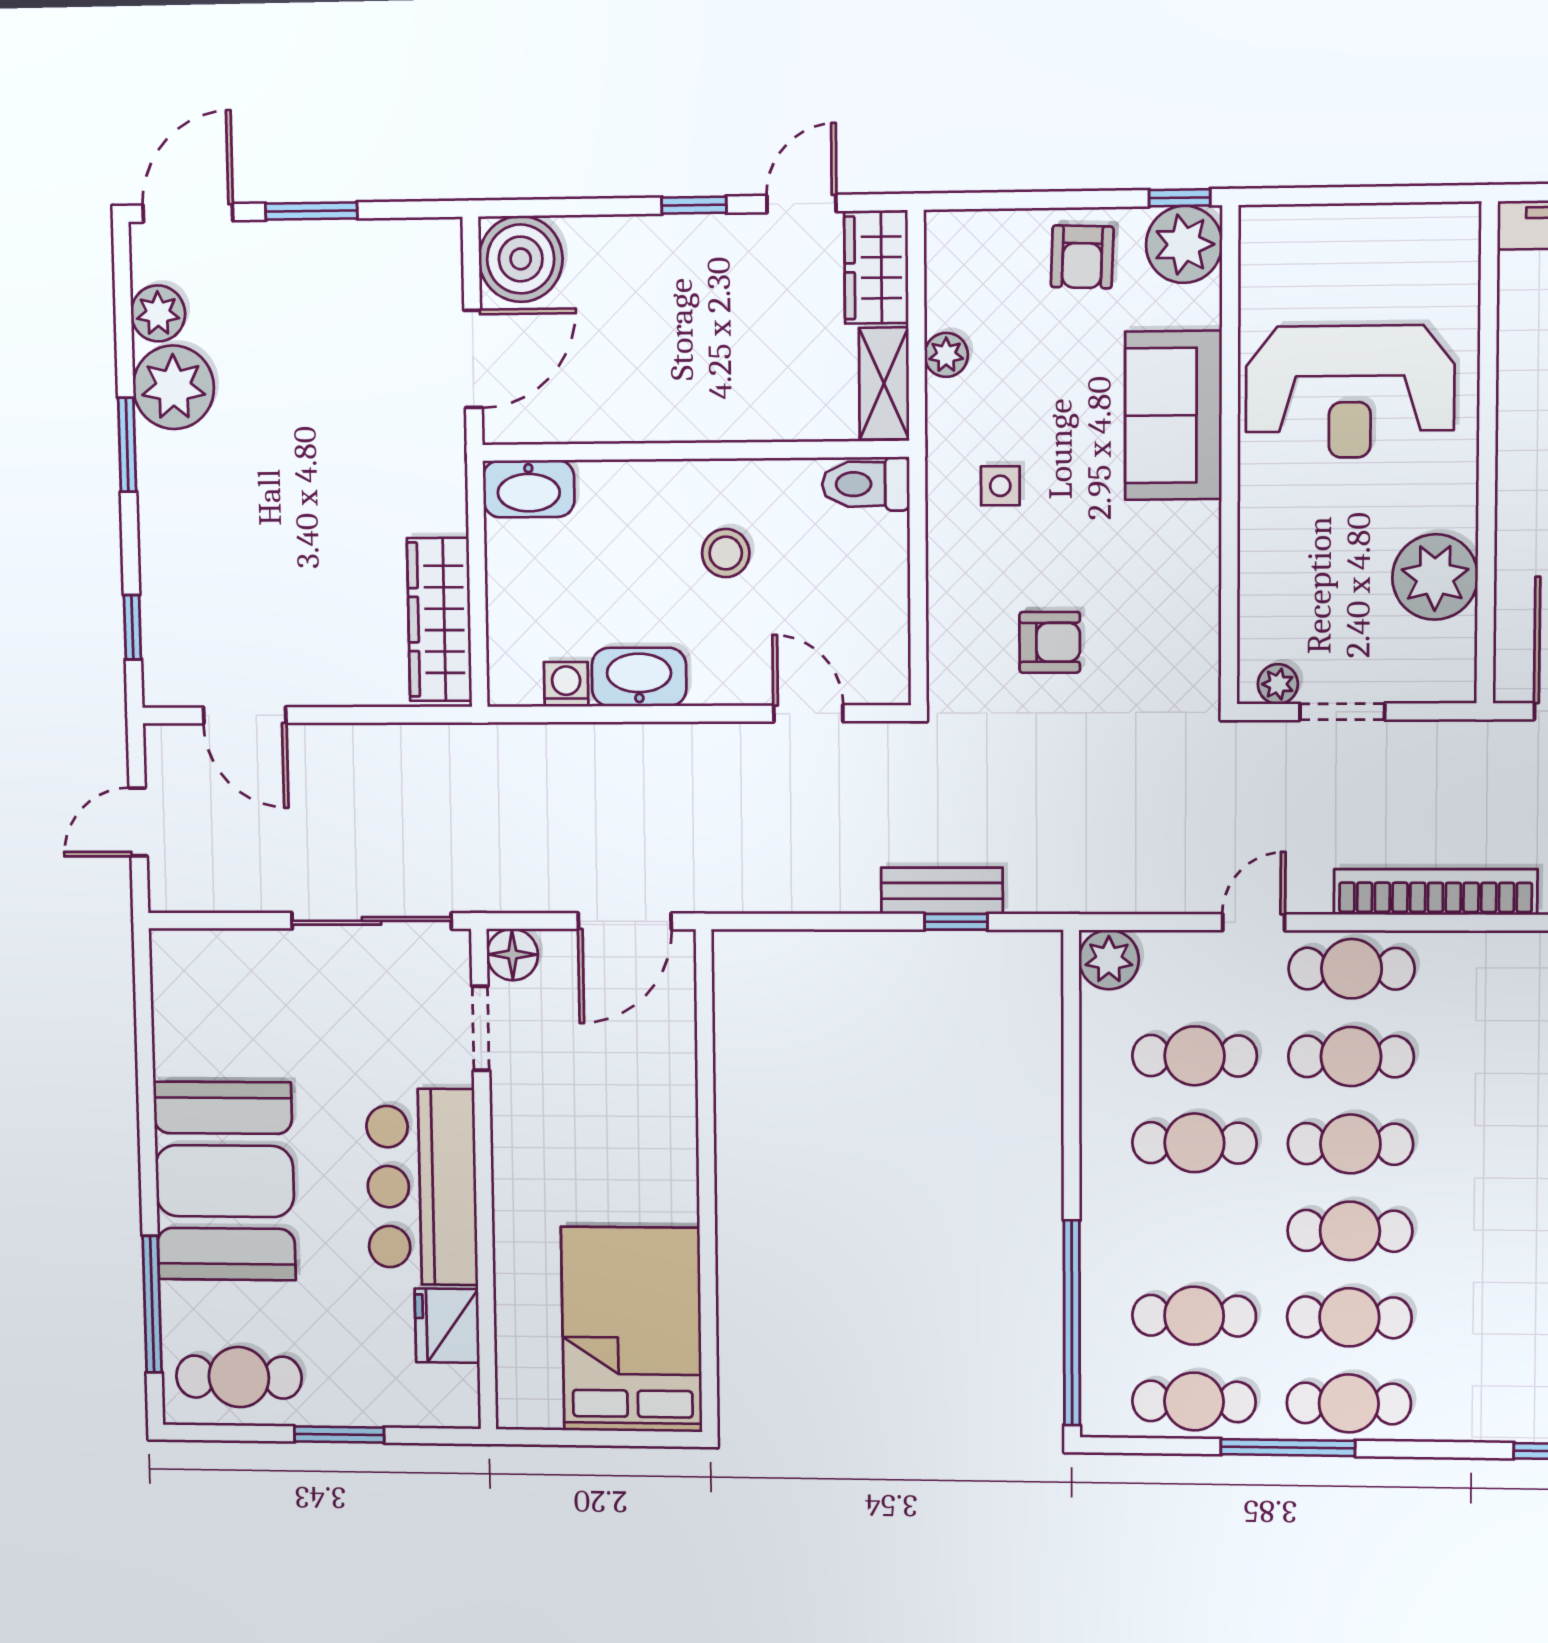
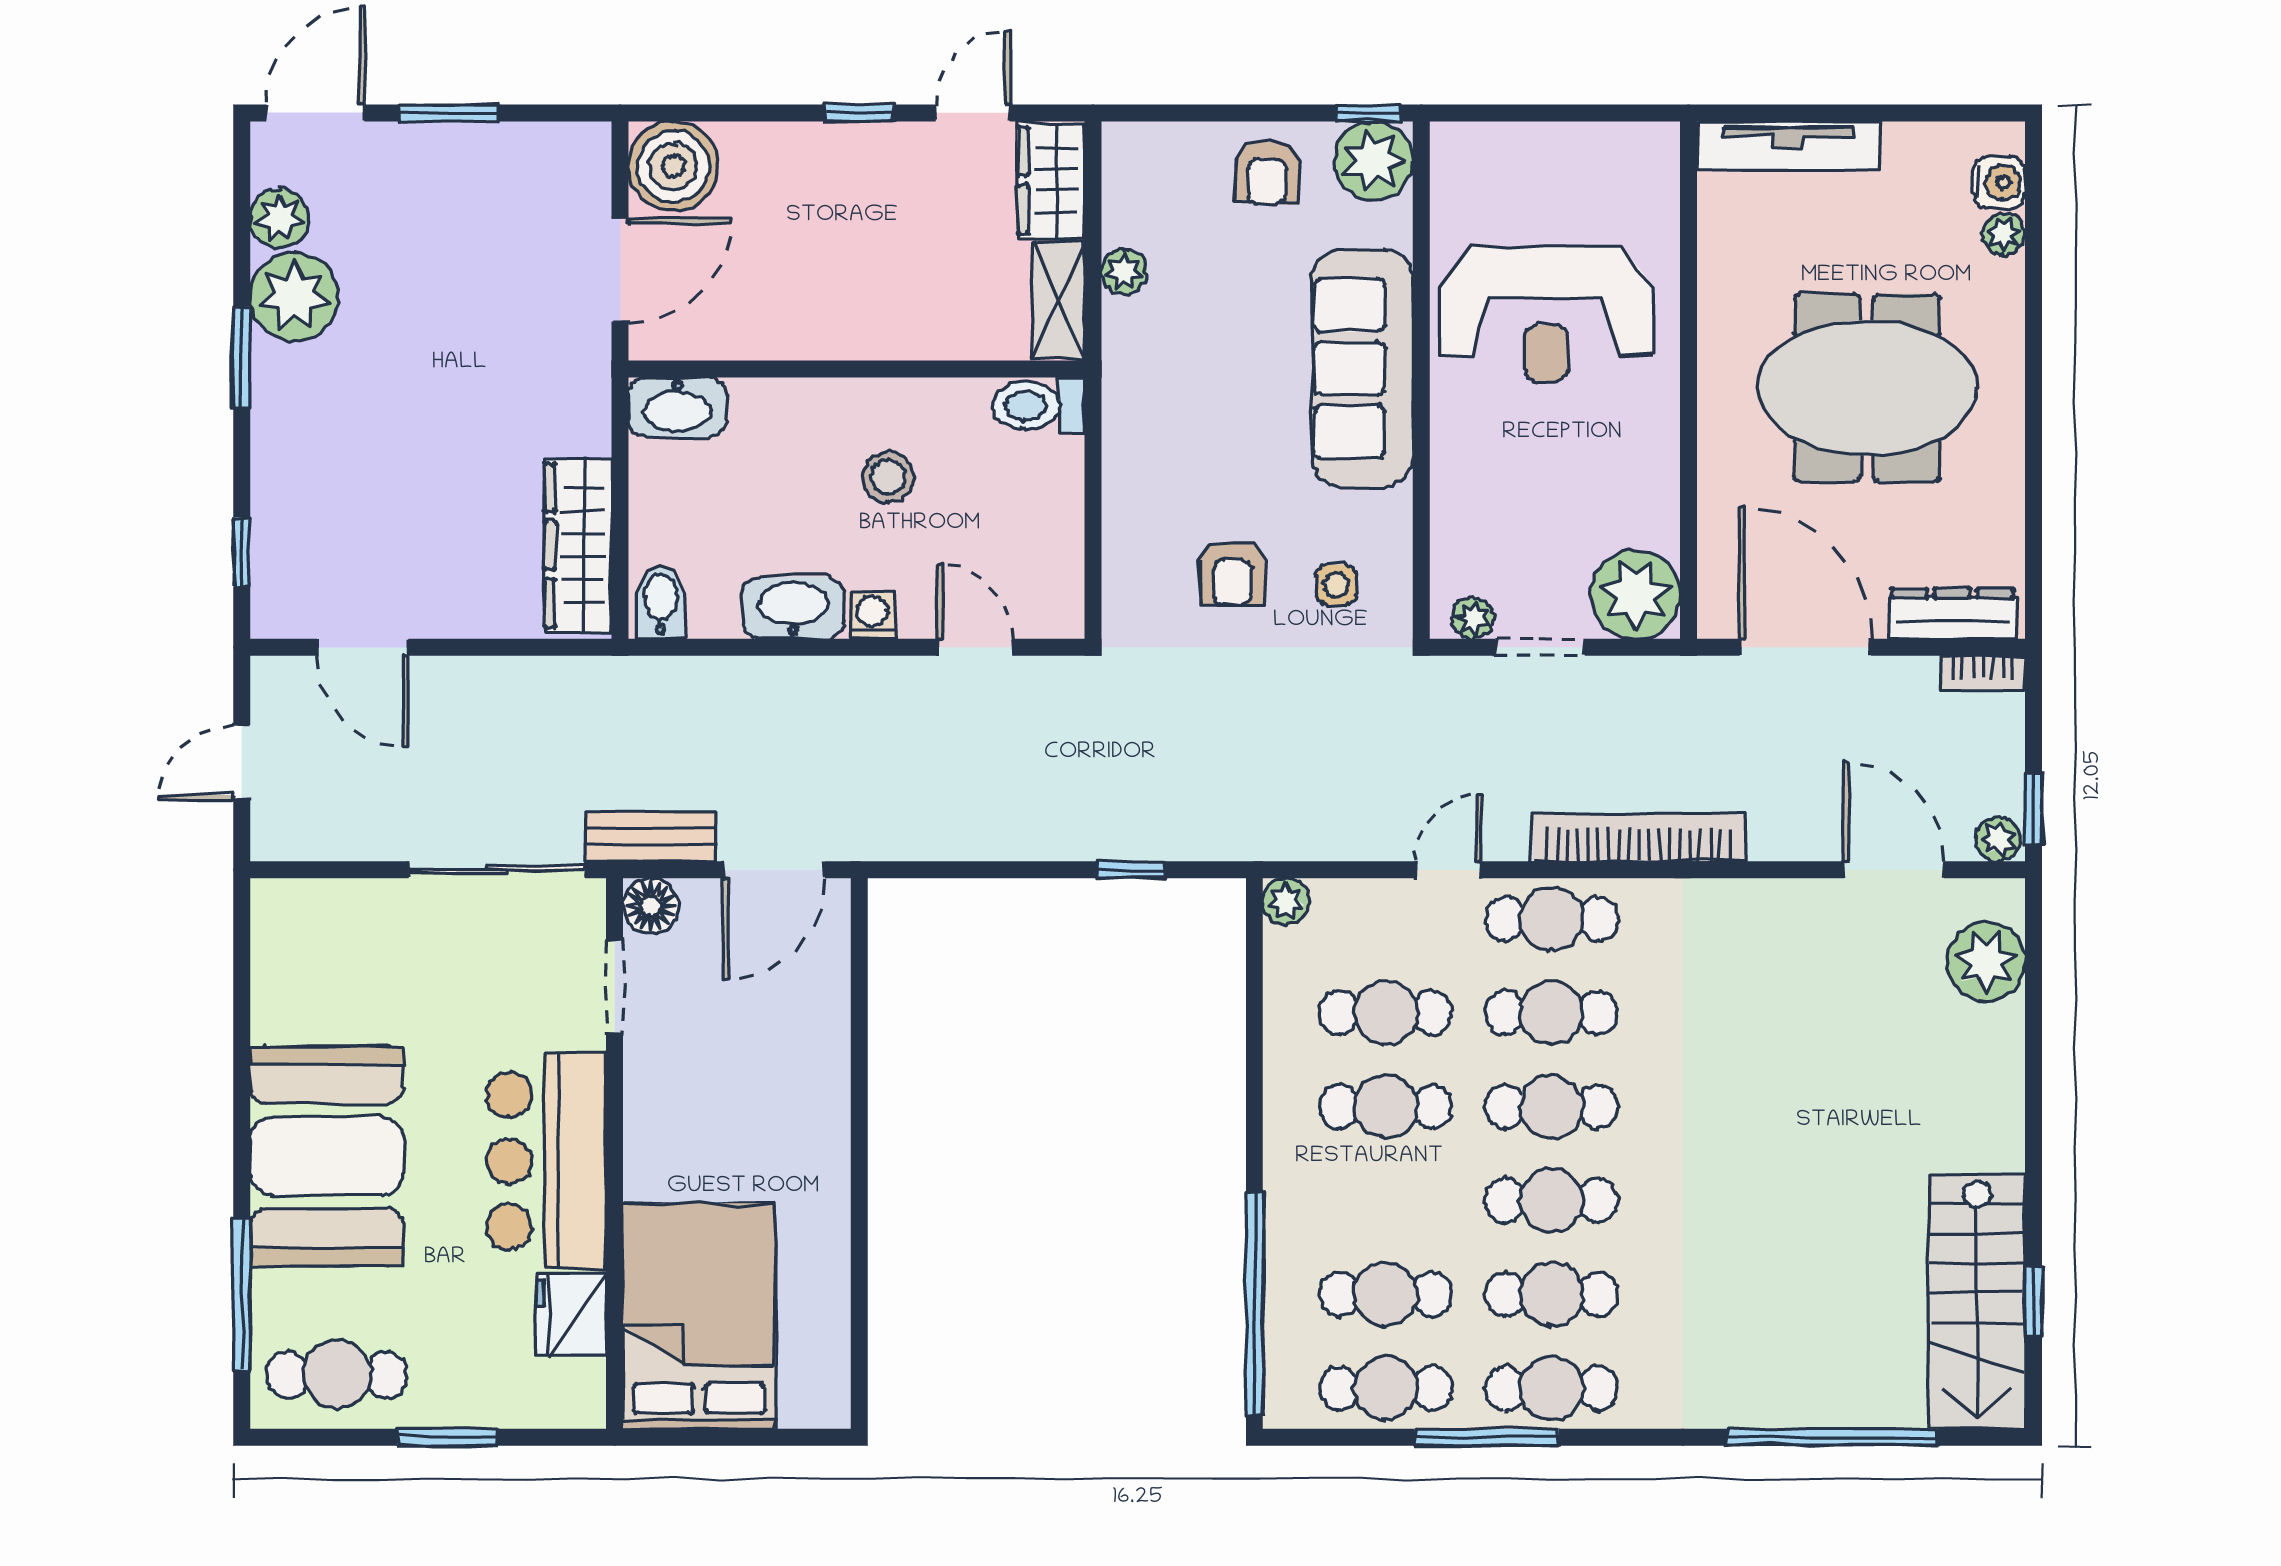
sofa: (1173, 415) -> (1363, 368), width x1.36
side table: (1000, 486) -> (1336, 585), moved
plant: (1435, 577) -> (1636, 594), moved
armchair: (1050, 642) -> (1232, 573), turned 90
bidet: (516, 672) -> (661, 602), added
washing machine: (566, 684) -> (872, 615), moved
bench: (942, 891) -> (652, 837), moved
plant: (1109, 960) -> (1286, 901), width x0.73, depth x0.73
bed: (632, 1329) -> (699, 1316), moved

